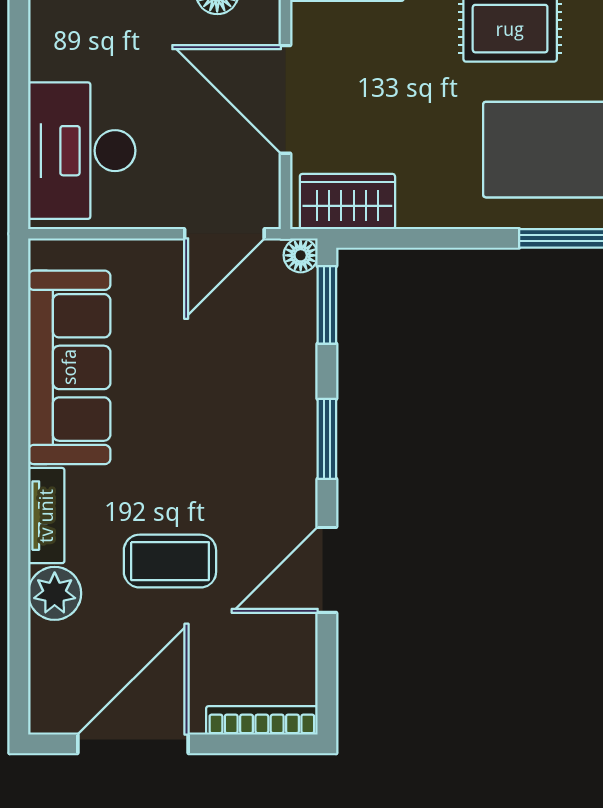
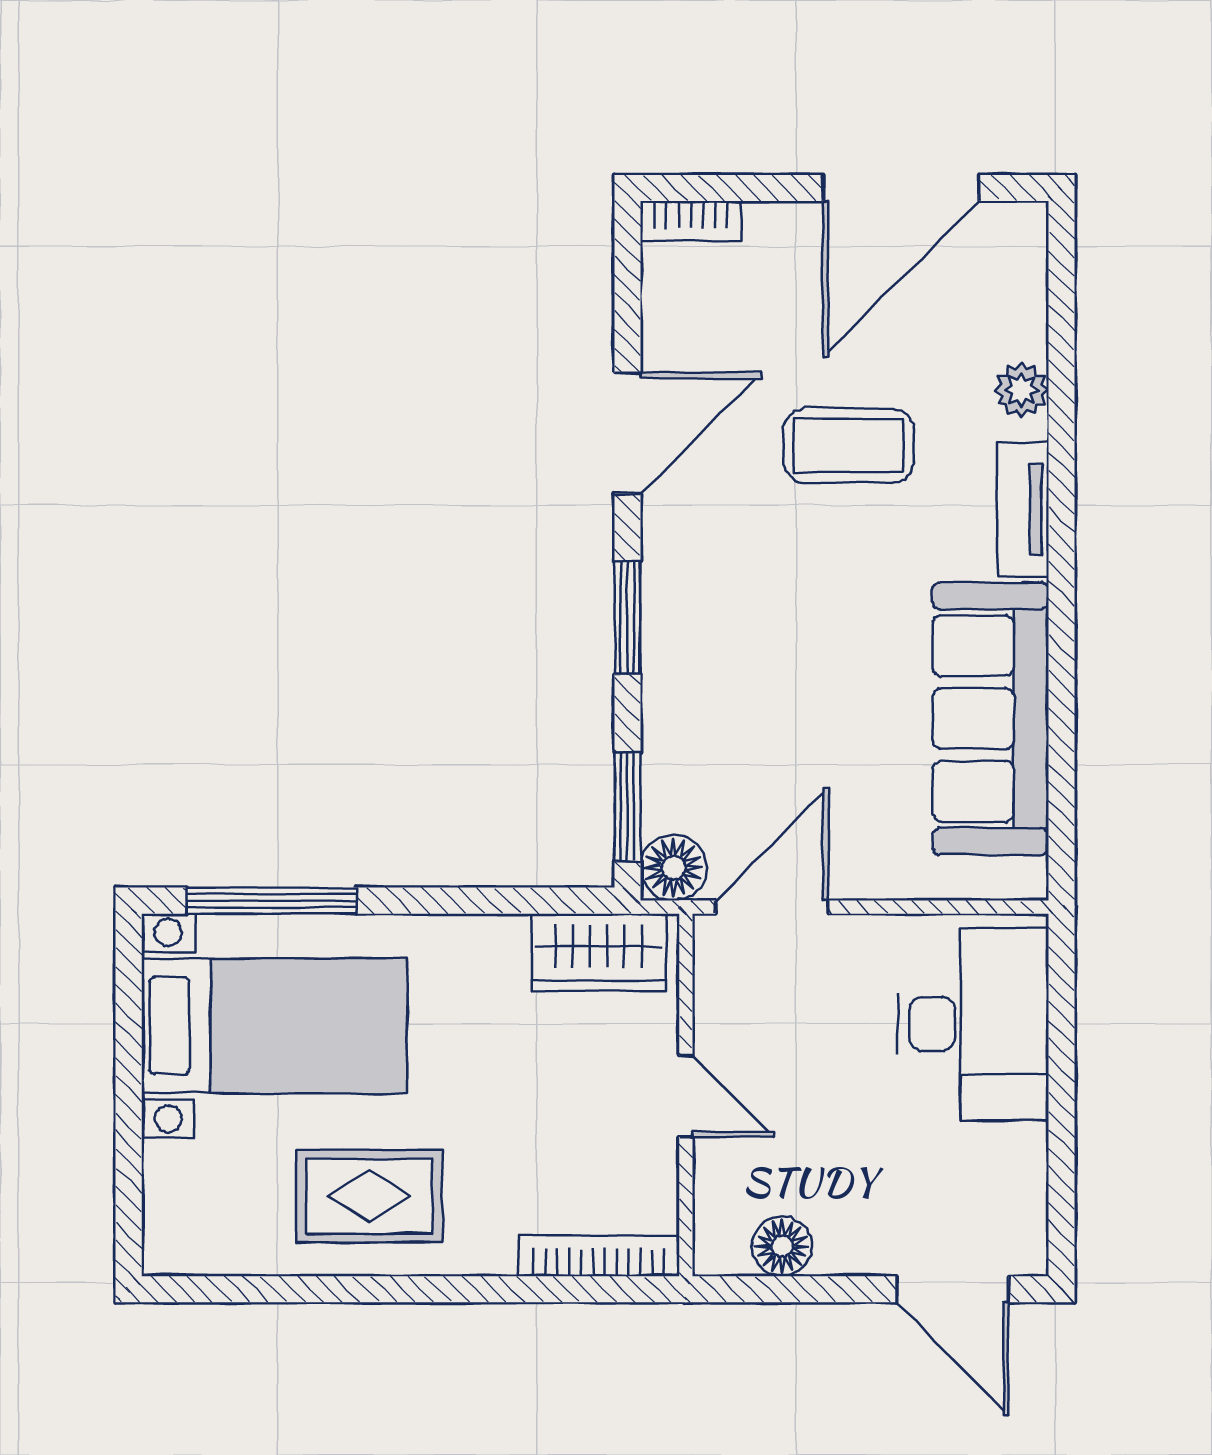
door: (286, 99) -> (686, 1096), width x0.53
floor lamp: (301, 255) -> (673, 868), width x1.37, depth x1.37
plant: (55, 593) -> (1021, 390), width x0.73, depth x0.73
bookcase: (262, 720) -> (691, 221), width x0.64

